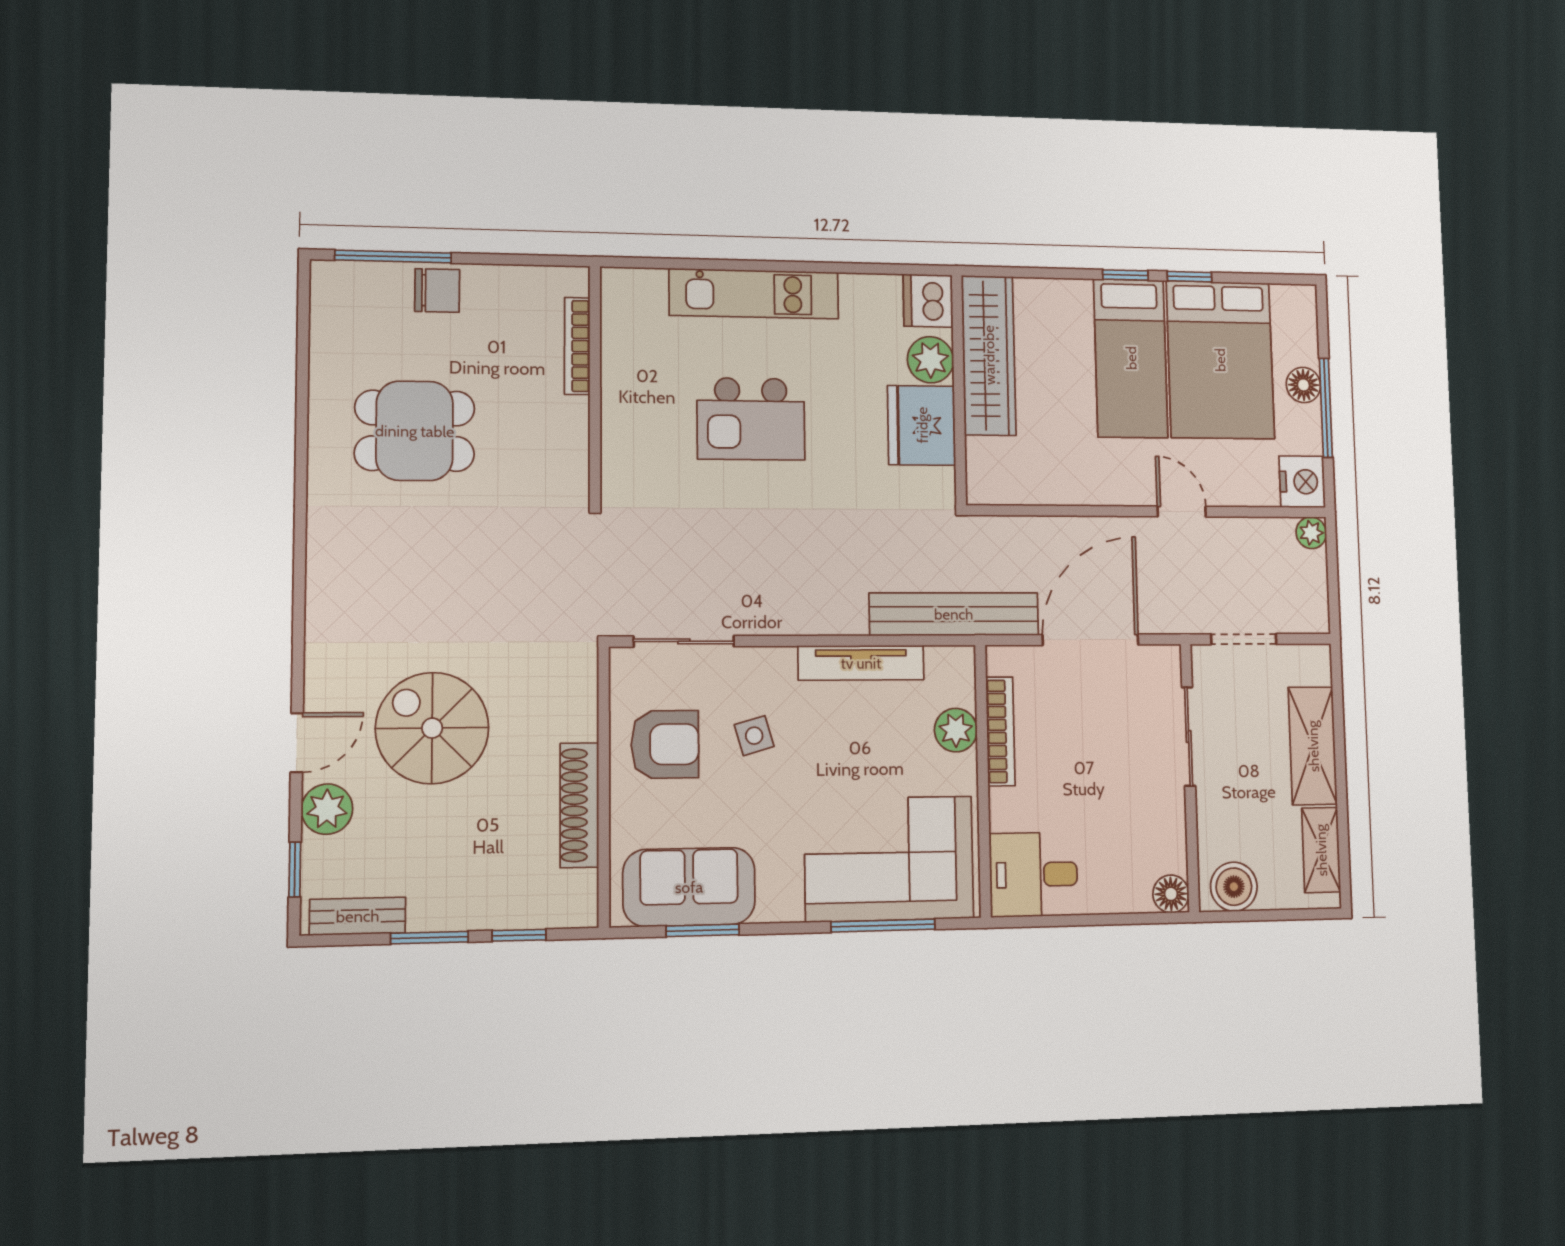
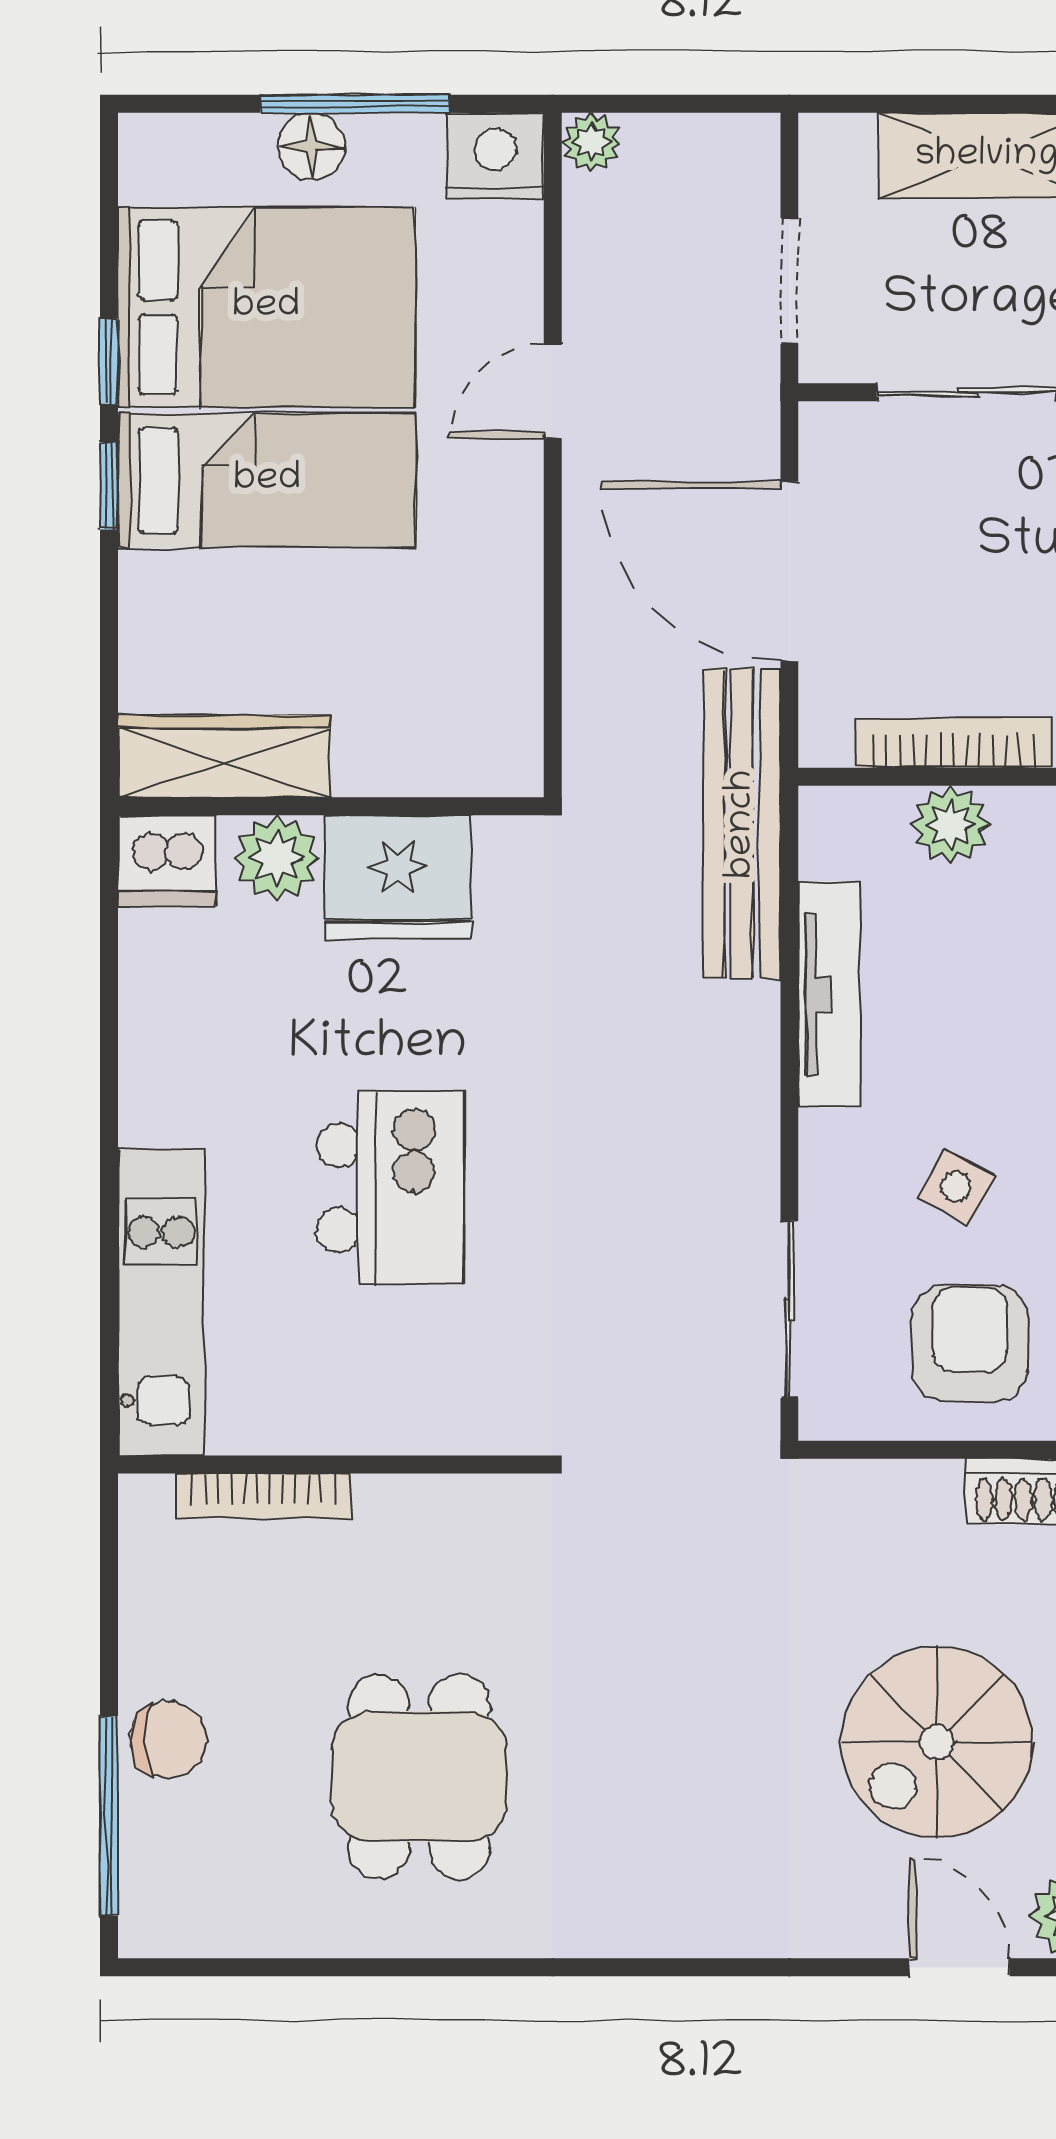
chair: (437, 290) -> (168, 1740), turned 90
kitchen unit: (754, 294) -> (161, 1303), moved
wardrobe: (989, 355) -> (224, 756), width x0.71, depth x0.85
side table: (754, 736) -> (956, 1187), turned 45

